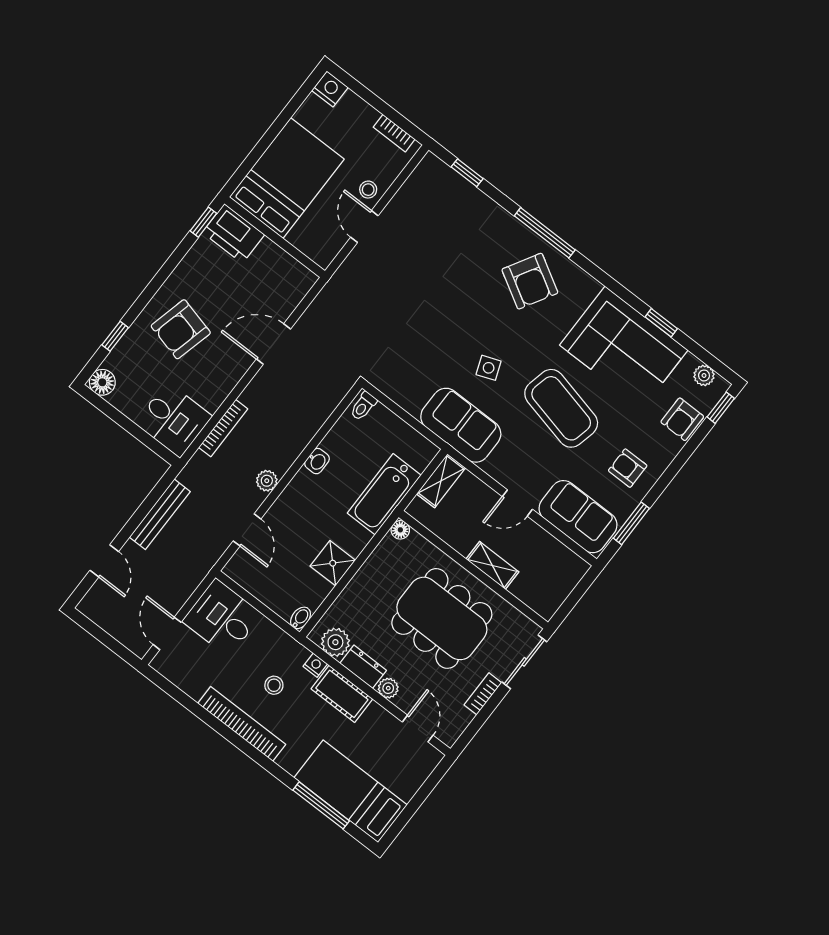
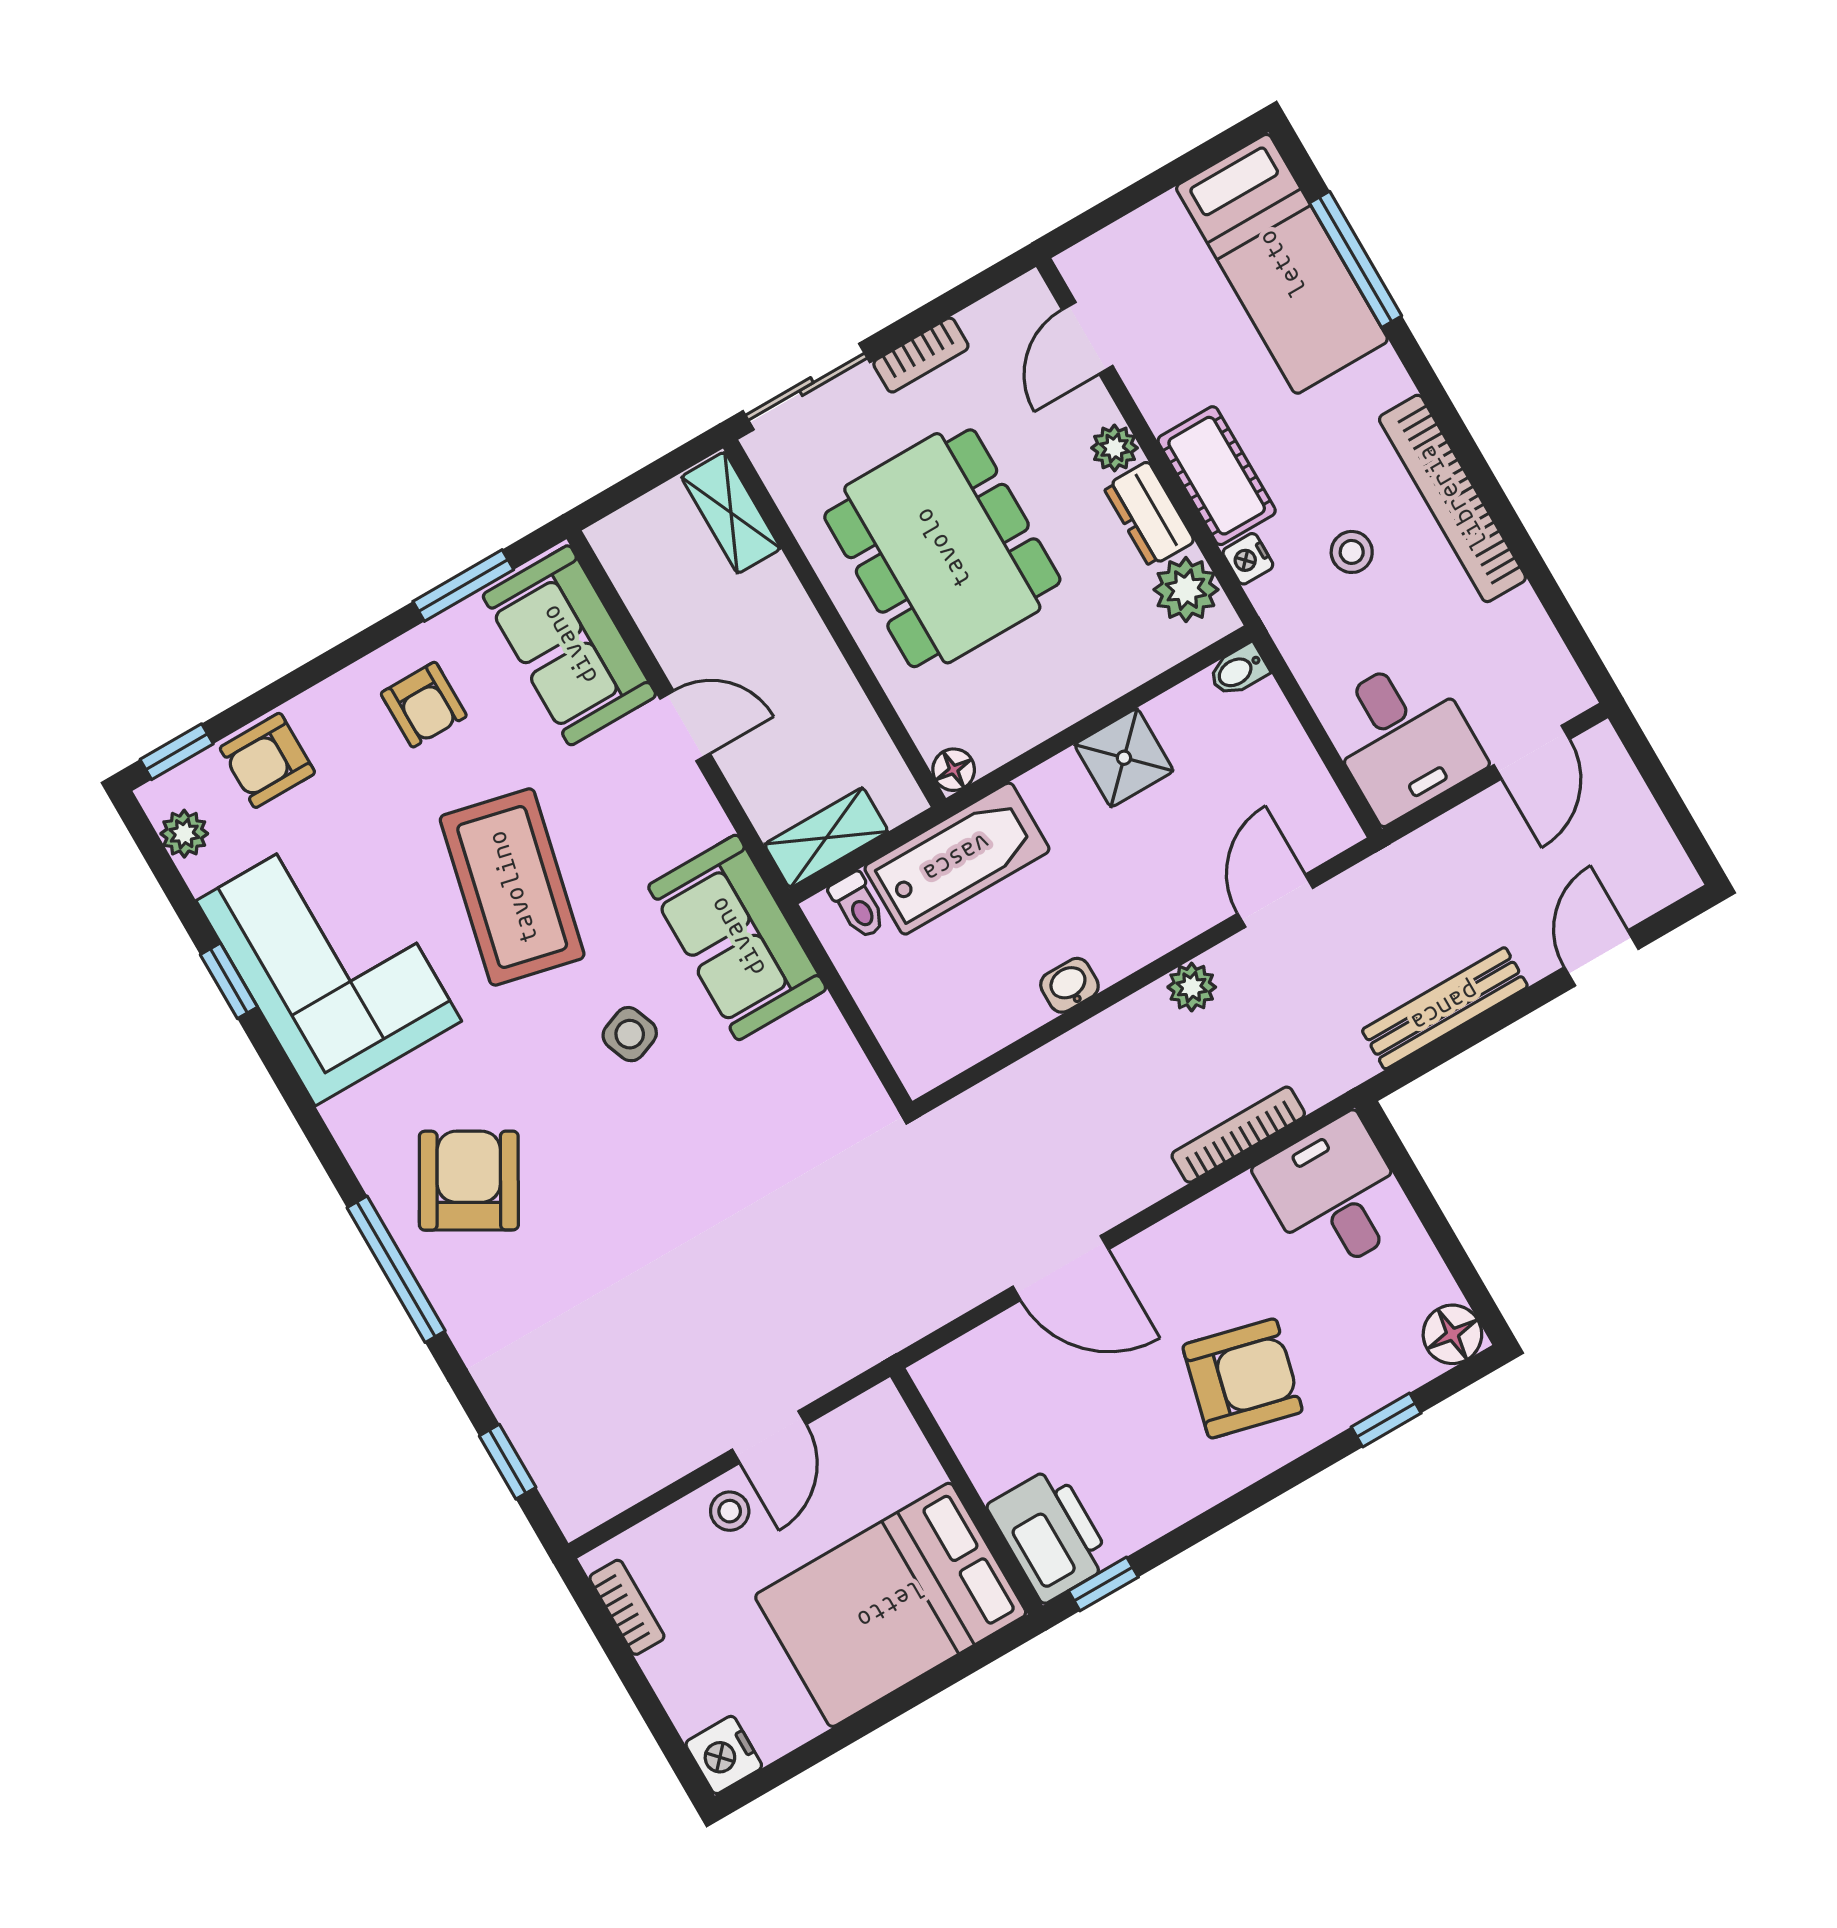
toilet: (363, 406) -> (858, 906), moved, turned 90
armchair: (682, 419) -> (267, 760), turned 180
shelving: (492, 565) -> (731, 513), moved

